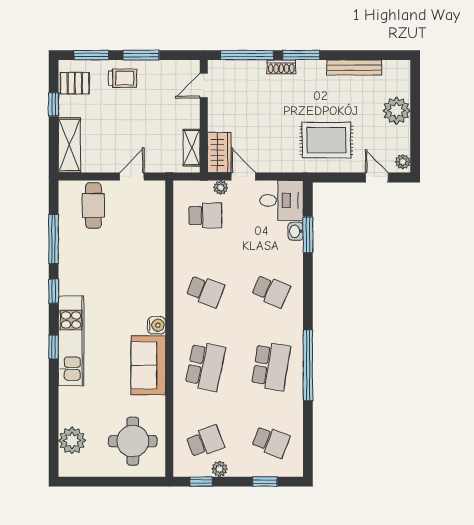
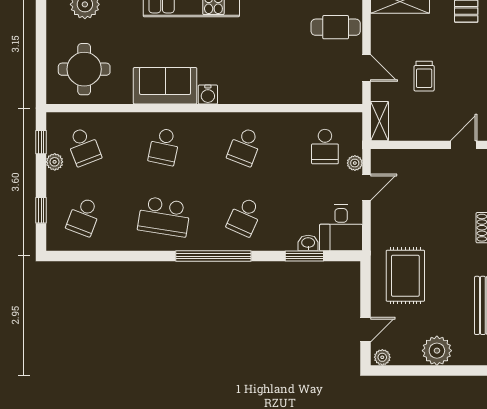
trolley: (123, 78) -> (424, 76), moved
door: (204, 86) -> (464, 145), hinge flipped
shelving: (192, 148) -> (380, 121), moved, turned 90
wardrobe: (219, 152) -> (392, 162), removed
window: (308, 365) -> (213, 256), moved
school desk: (205, 366) -> (164, 147), width x0.54

